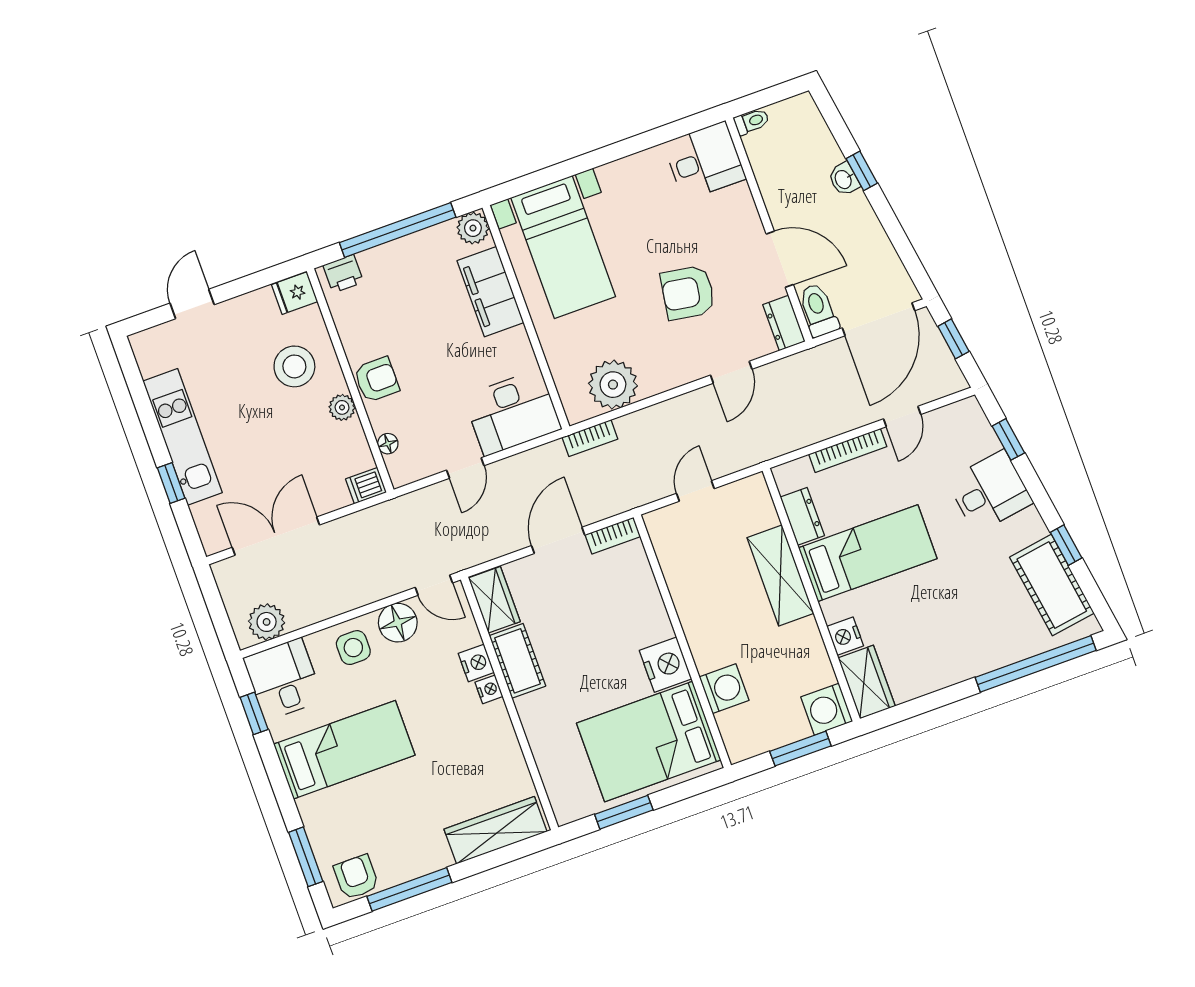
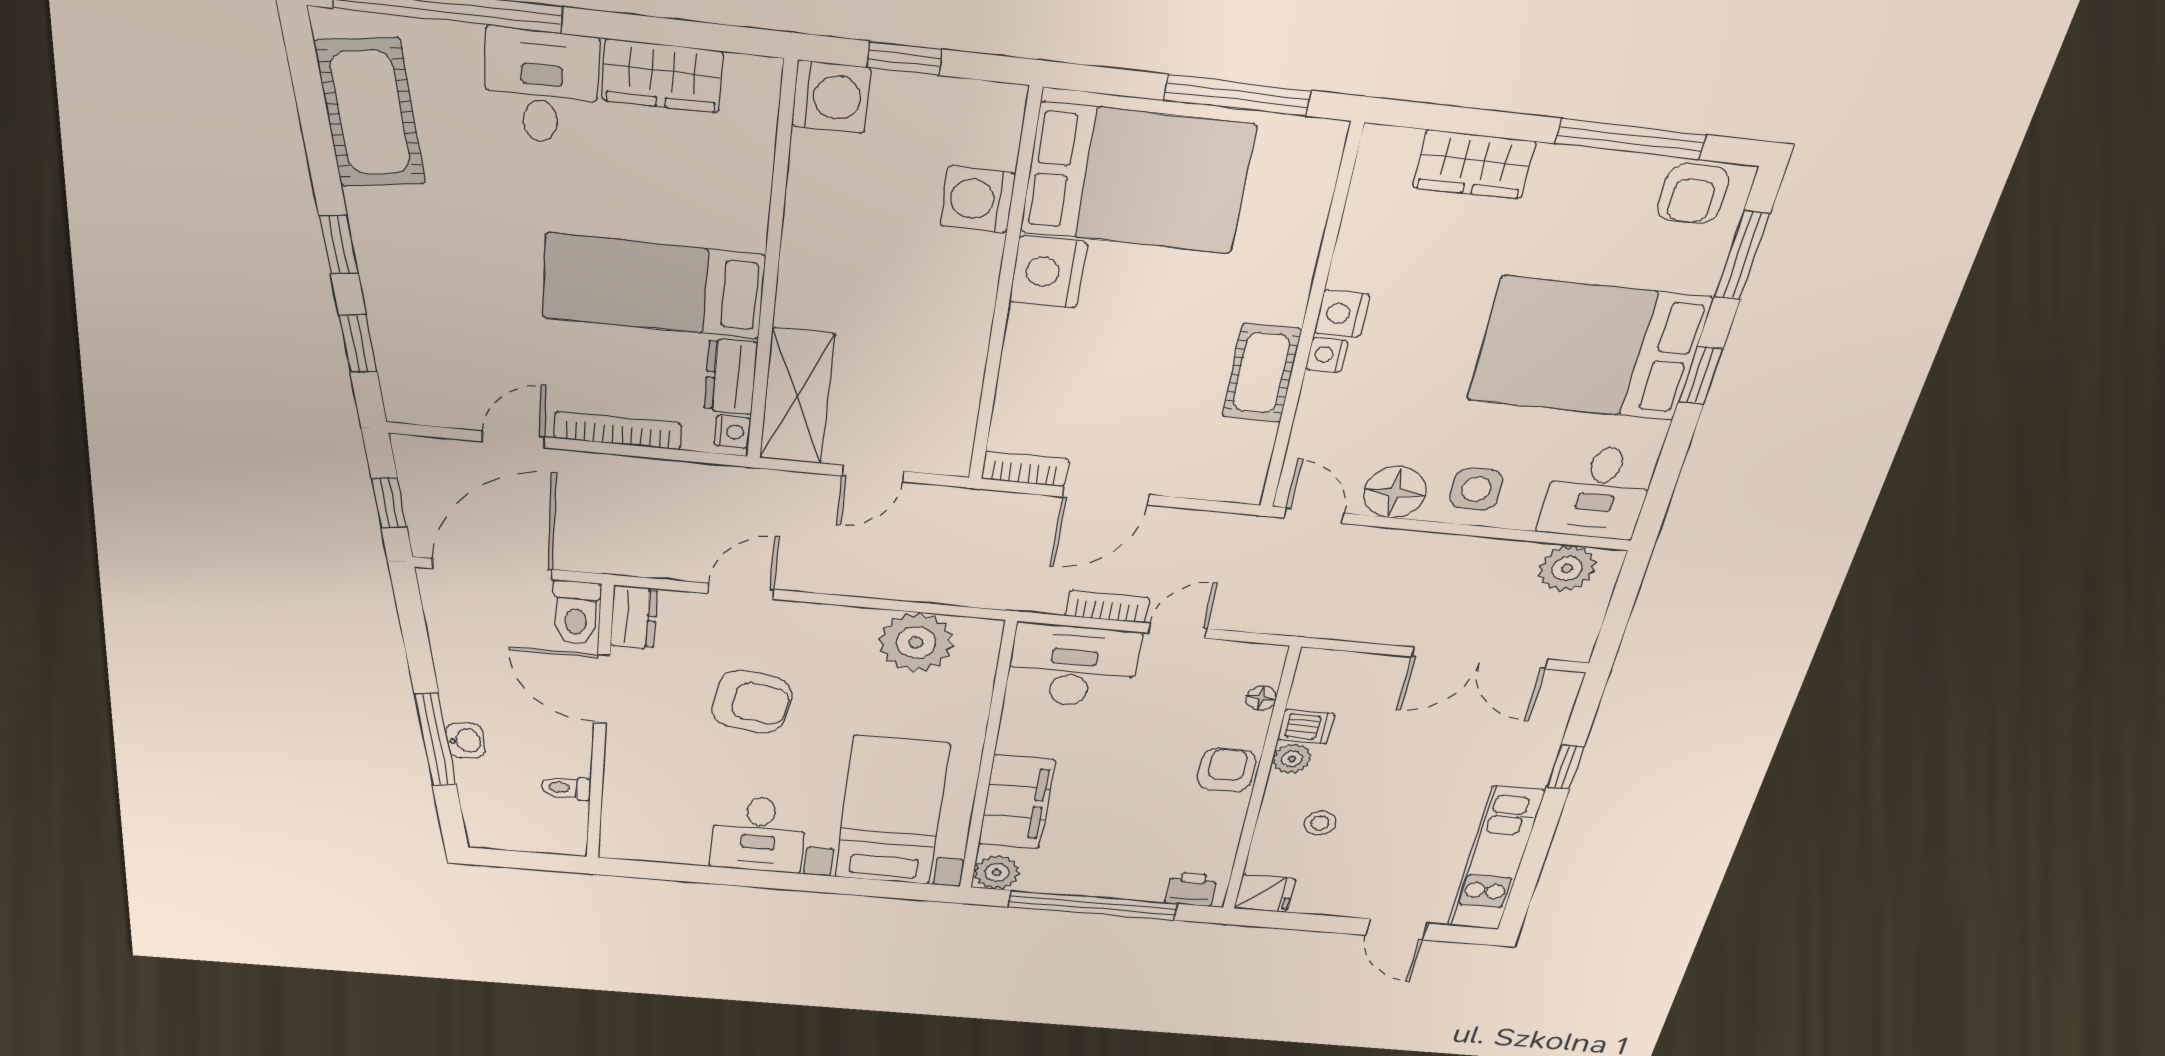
toilet: (752, 122) -> (566, 788), moved
desk: (705, 161) -> (759, 834), moved, turned -90
window: (862, 171) -> (435, 740), width x2.17
door: (192, 304) -> (1396, 929), hinge flipped
stool: (294, 366) -> (1320, 823), width x0.53, depth x0.53
armchair: (377, 380) -> (1227, 770), turned 90
kitchen unit: (183, 437) -> (1496, 859), moved
bookcase: (590, 438) -> (1107, 607), moved
dishwasher: (366, 486) -> (1306, 726), moved
desk: (990, 492) -> (541, 87), moved, turned 99
window: (1066, 545) -> (339, 245), moved
shelving: (780, 576) -> (797, 396), moved
wardrobe: (494, 600) -> (1243, 463), removed
nightstand: (845, 636) -> (732, 432), moved, width x0.72, depth x0.74
nightstand: (476, 663) -> (1342, 314), moved
wardrobe: (867, 682) -> (662, 76), moved, turned -90
window: (254, 713) -> (1701, 375), moved
window: (800, 749) -> (904, 58), width x0.67
bed: (344, 750) -> (1589, 349), width x1.50
window: (624, 812) -> (1237, 95), width x1.44
wardrobe: (496, 830) -> (1474, 165), width x0.67

